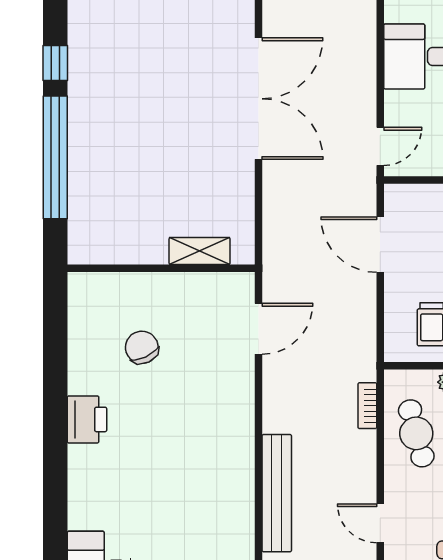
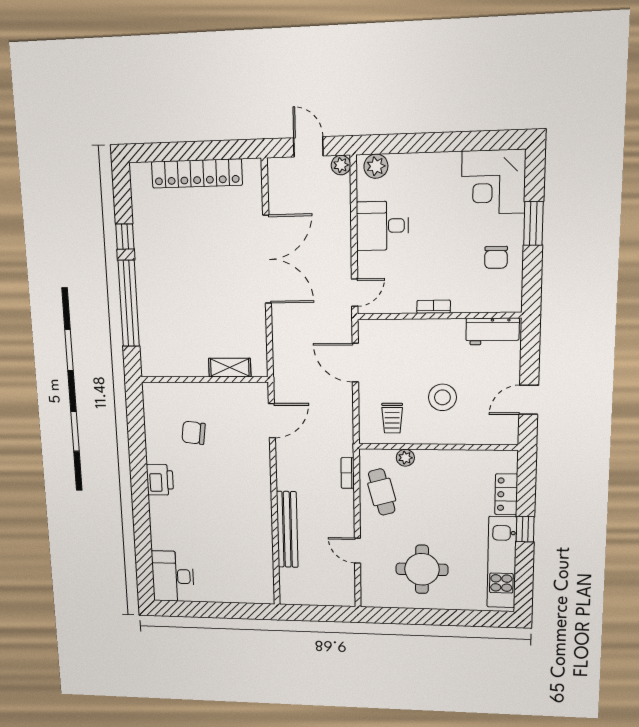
chair: (142, 347) -> (194, 433), turned -58

